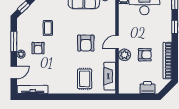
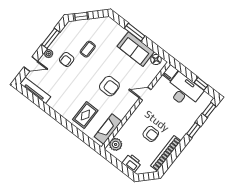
door: (117, 42) -> (145, 94), moved
armchair: (86, 43) -> (109, 86), turned -90
plant: (125, 55) -> (116, 144), moved

